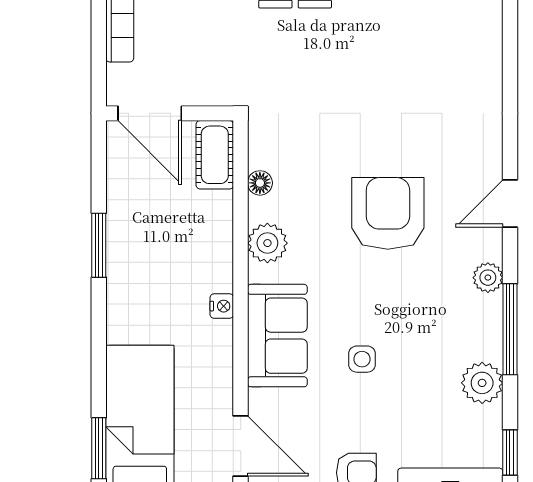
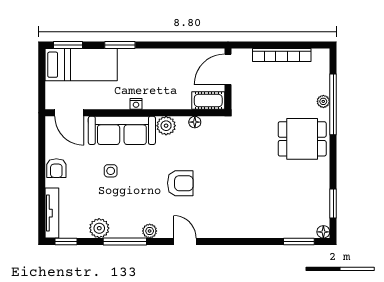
armchair: (388, 213) -> (180, 183), width x0.73, depth x0.73
window: (99, 245) -> (120, 45), moved
sofa: (277, 336) -> (122, 130), width x1.36
door: (241, 446) -> (69, 113), hinge flipped

